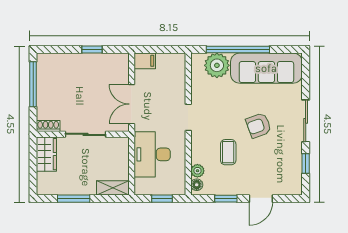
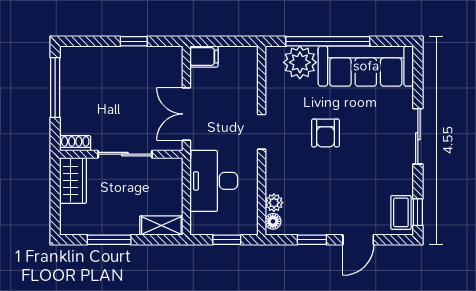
armchair: (259, 125) -> (325, 133), moved, turned -70
coffee table: (228, 152) -> (401, 212), moved
window: (306, 164) -> (418, 212), moved

